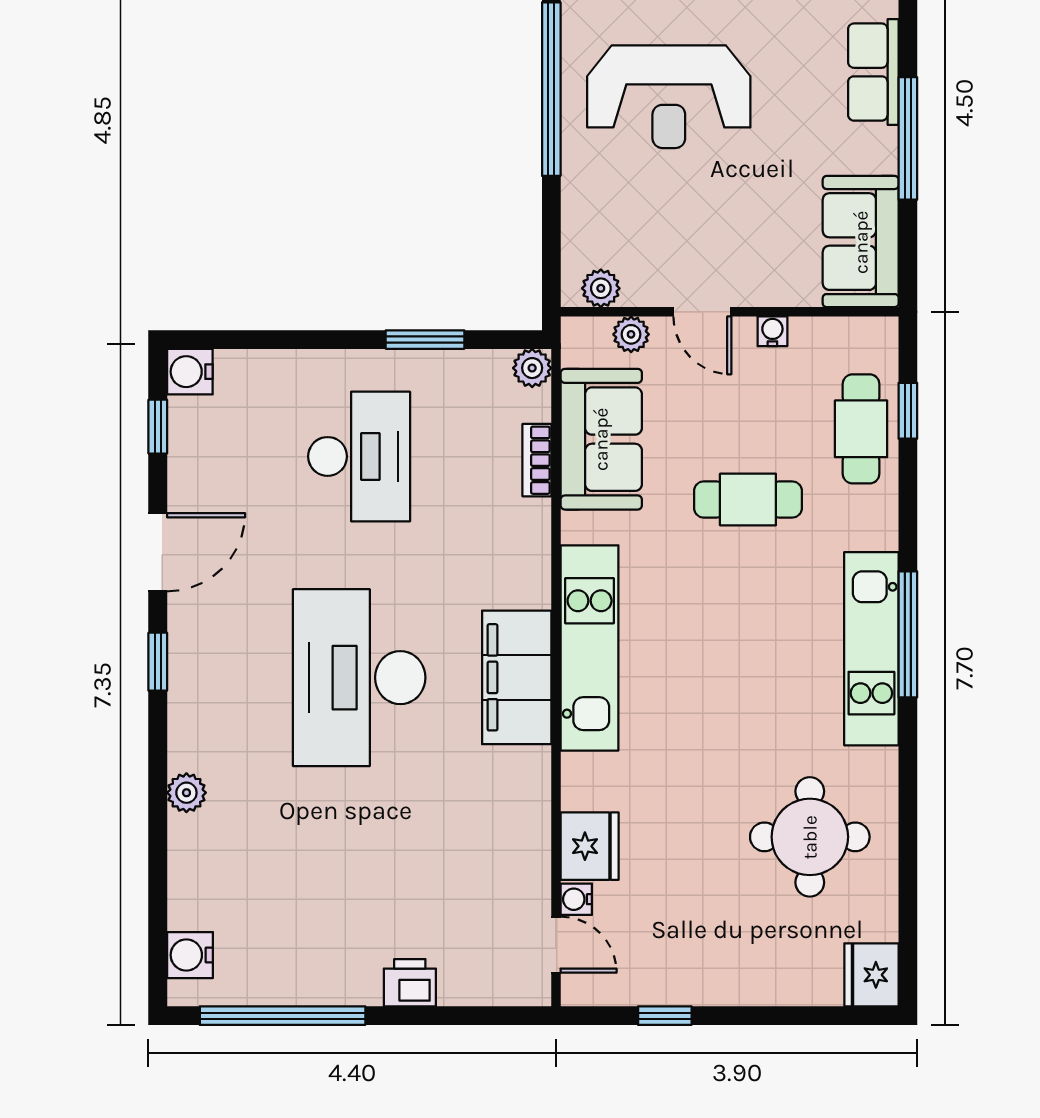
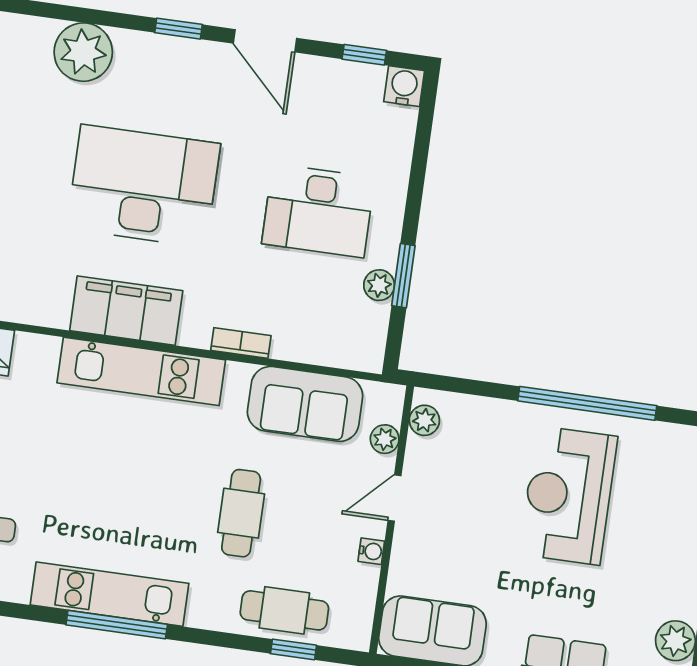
plant: (532, 368) -> (379, 285), moved
bookcase: (537, 460) -> (241, 343), moved
plant: (186, 793) -> (83, 52), width x1.87, depth x1.87

